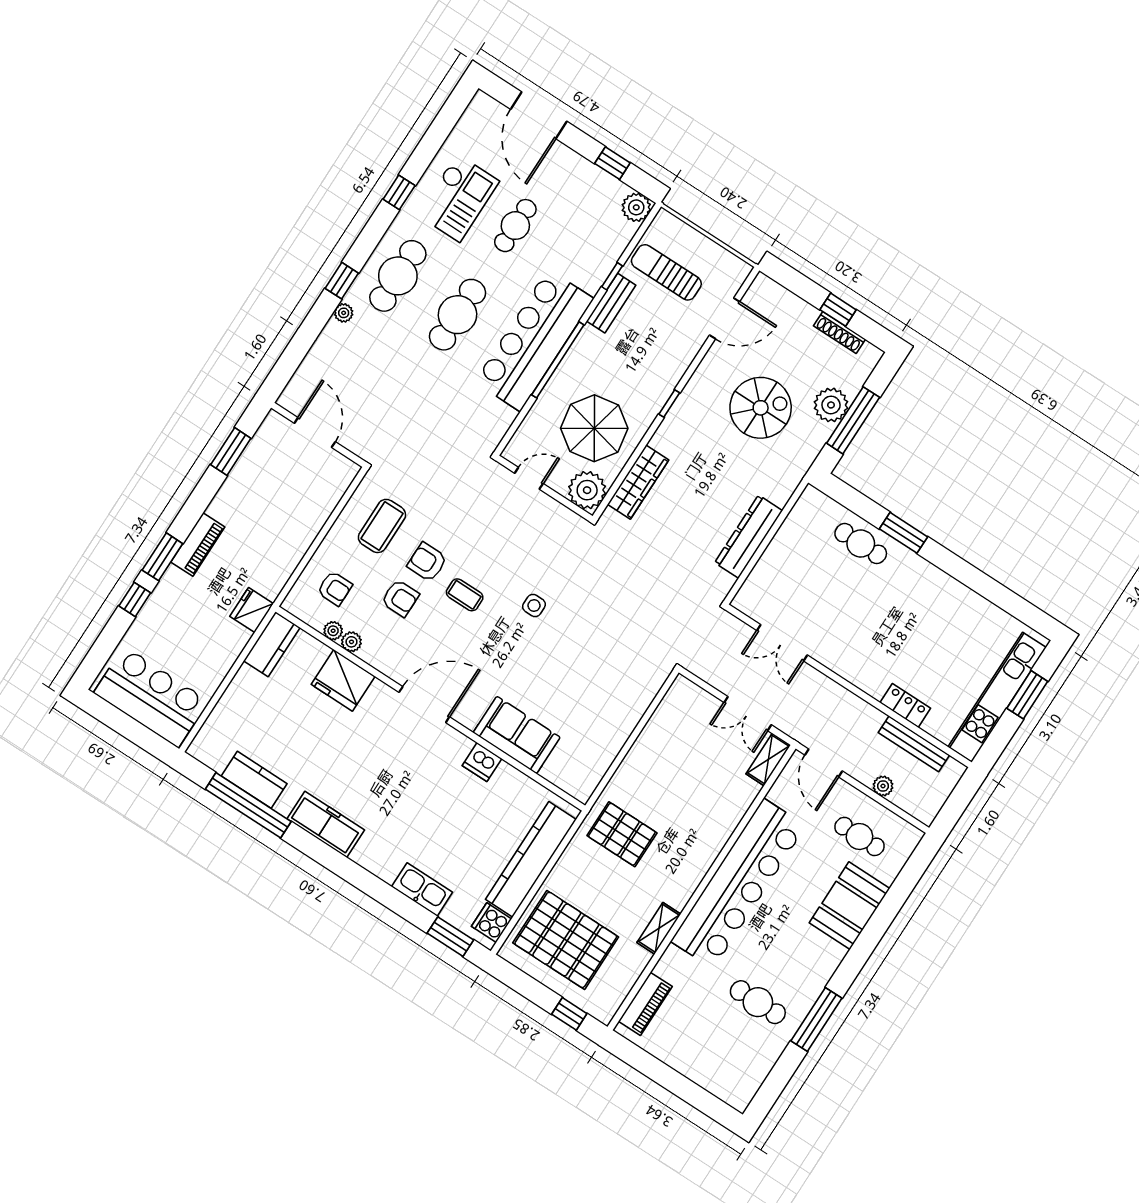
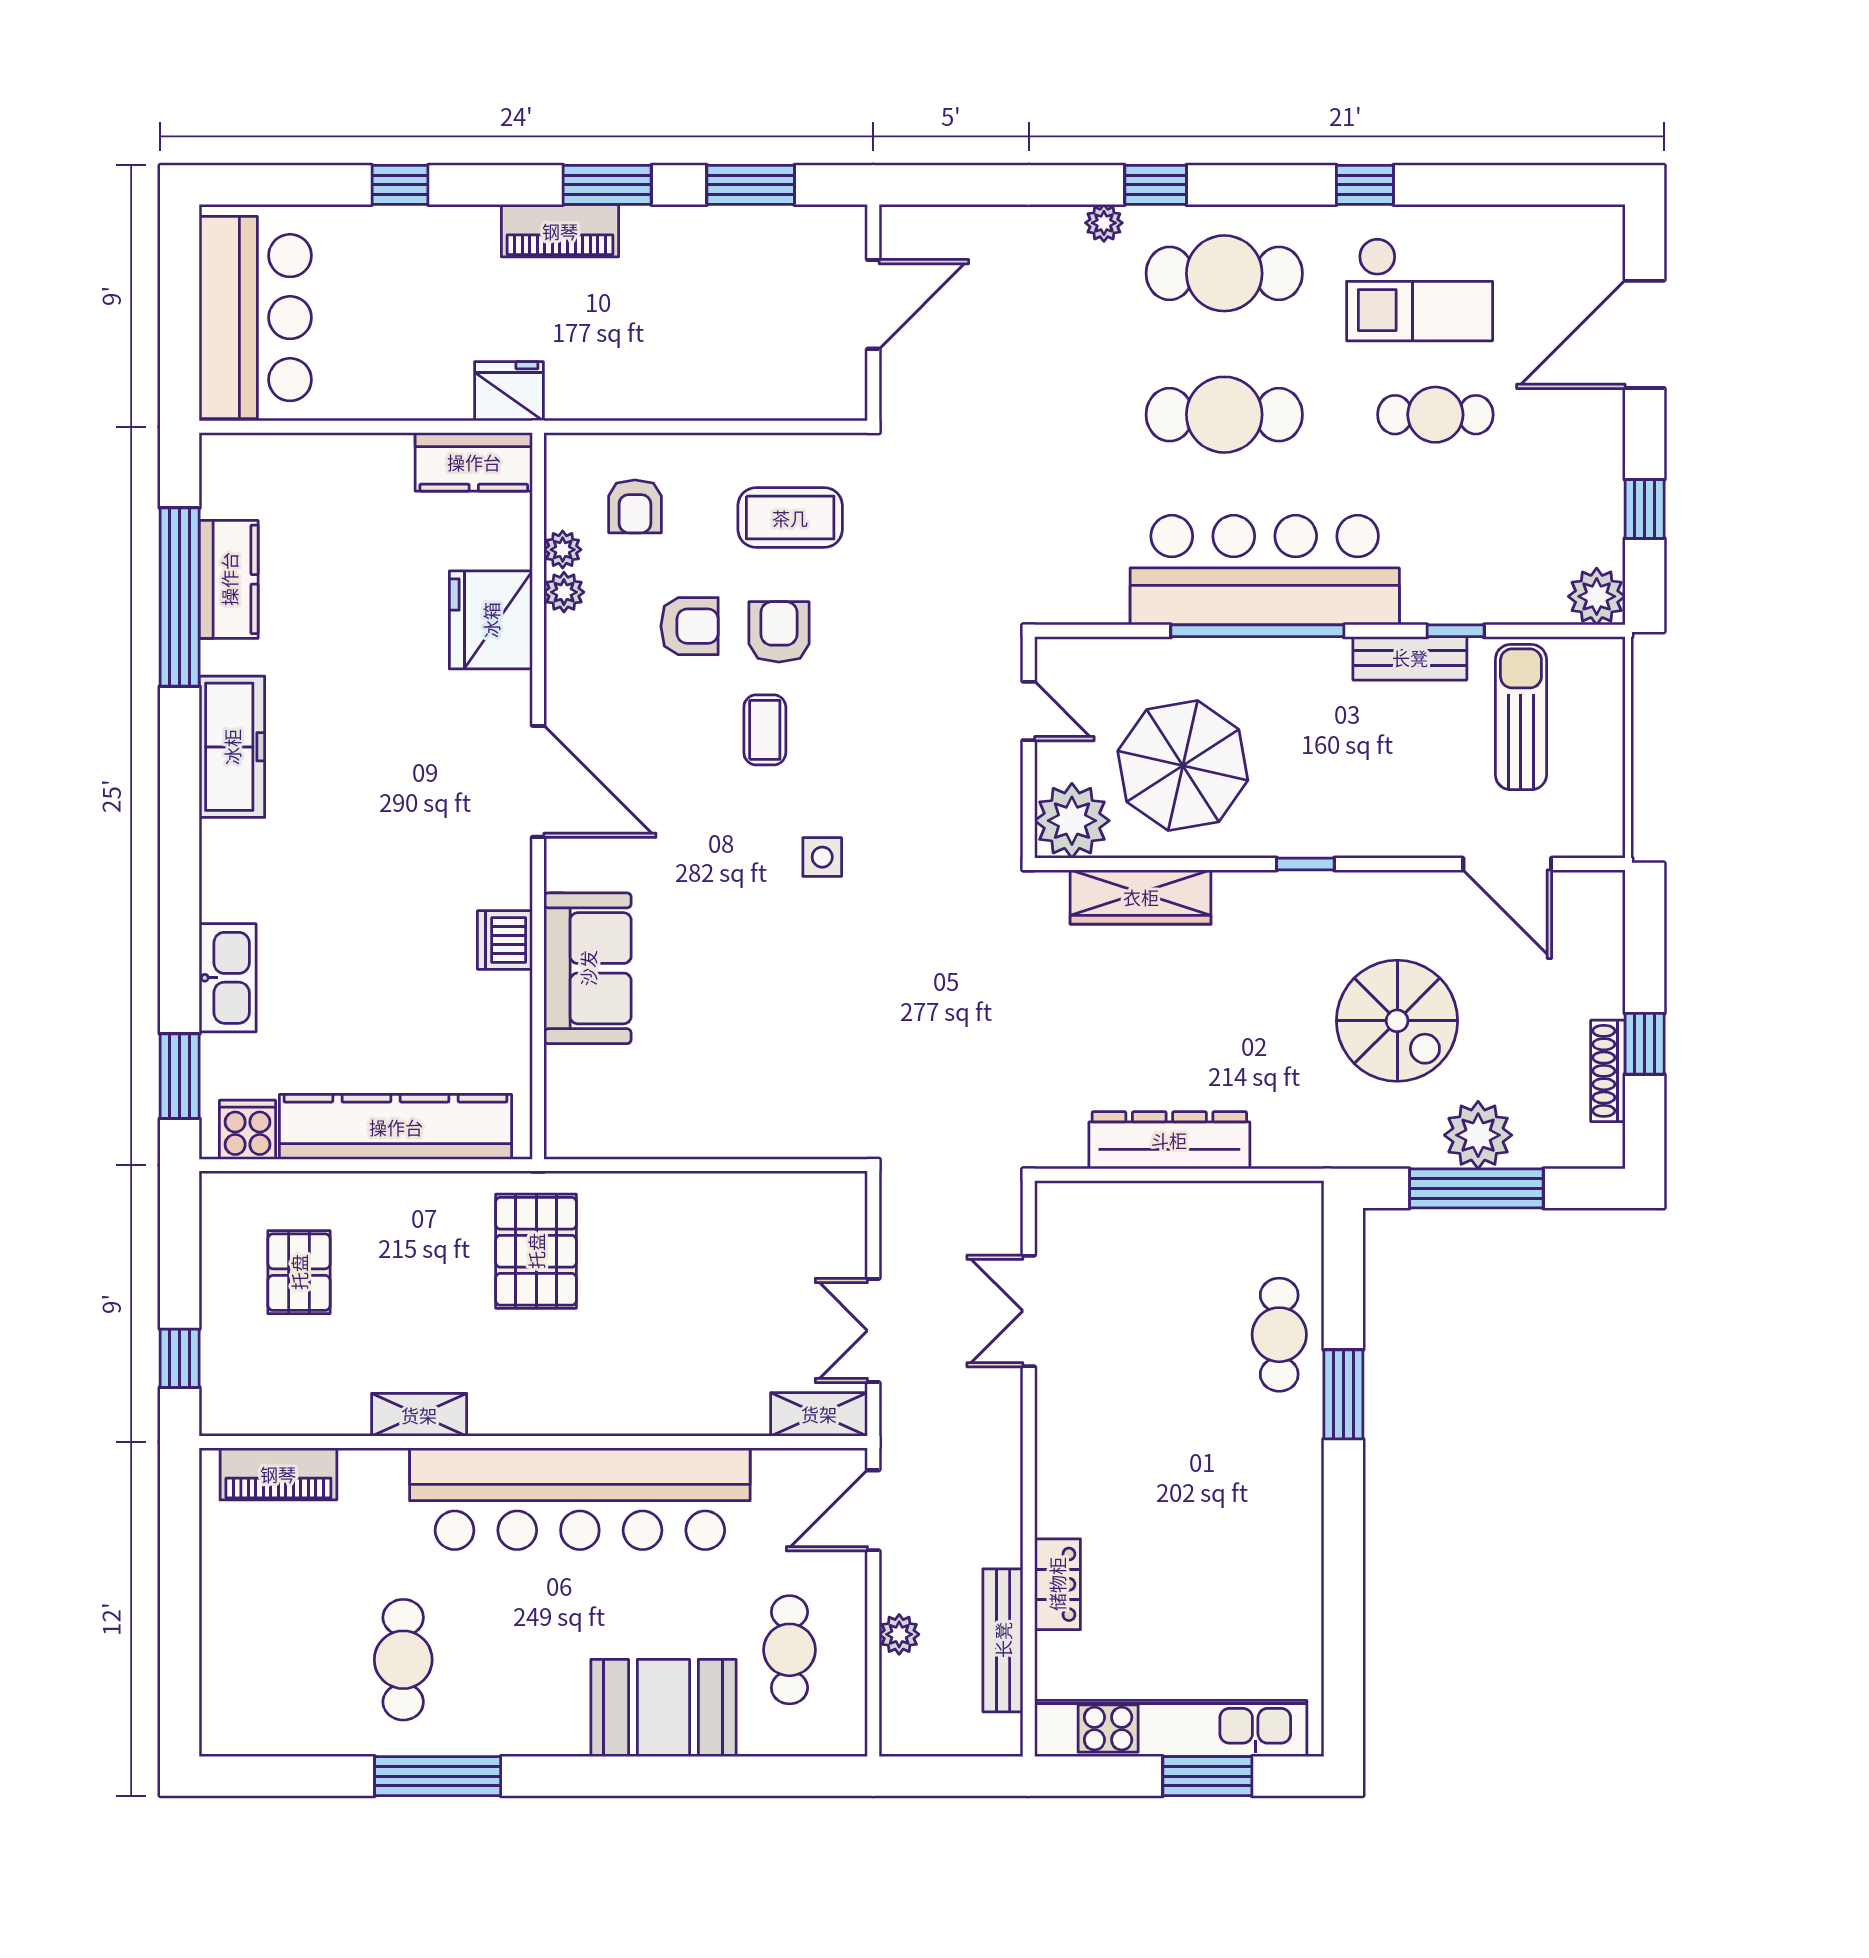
window: (162, 557) -> (607, 185), moved
armchair: (400, 598) -> (690, 626), turned -90
pallet: (566, 940) -> (299, 1272), width x0.49, depth x0.50

